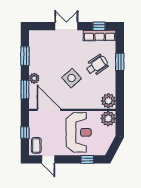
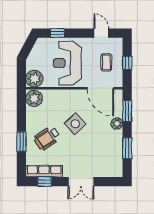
coffee table: (36, 145) -> (106, 62), moved

